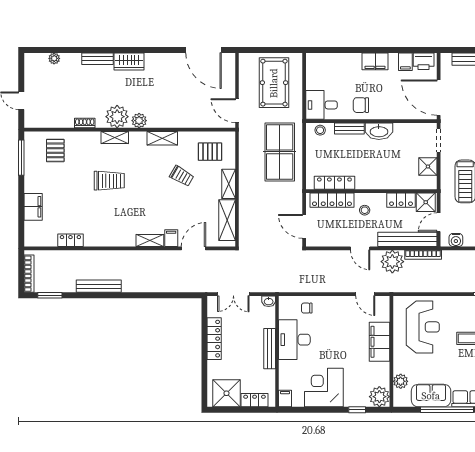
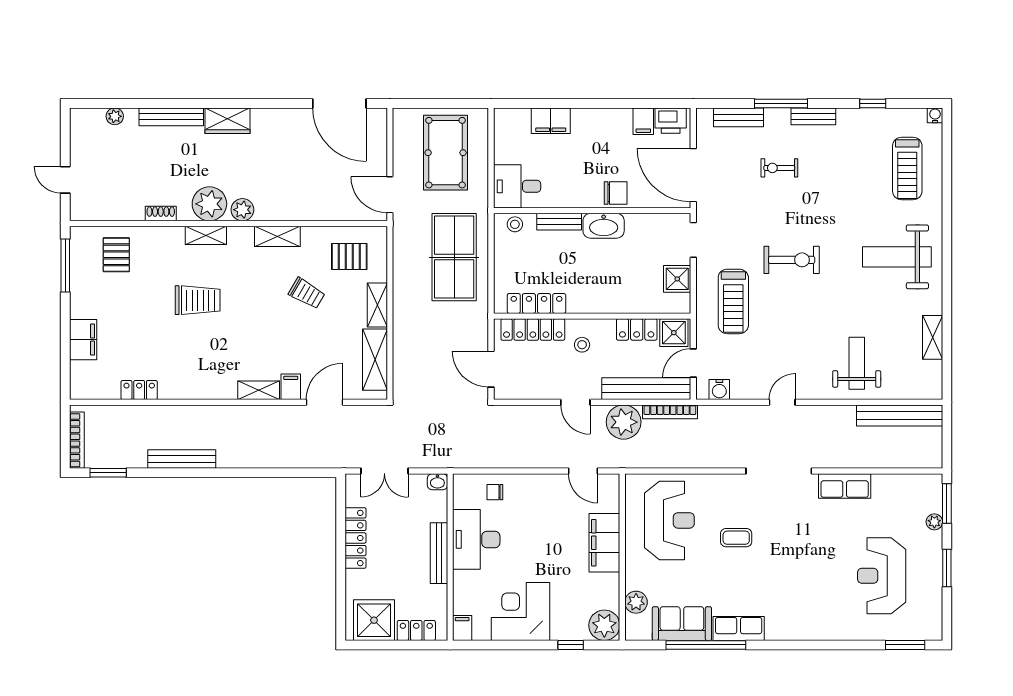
bench: (97, 59) -> (171, 117), width x1.36
filing cabinet: (375, 61) -> (551, 121), moved
chair: (361, 105) -> (616, 193), moved, turned 180

